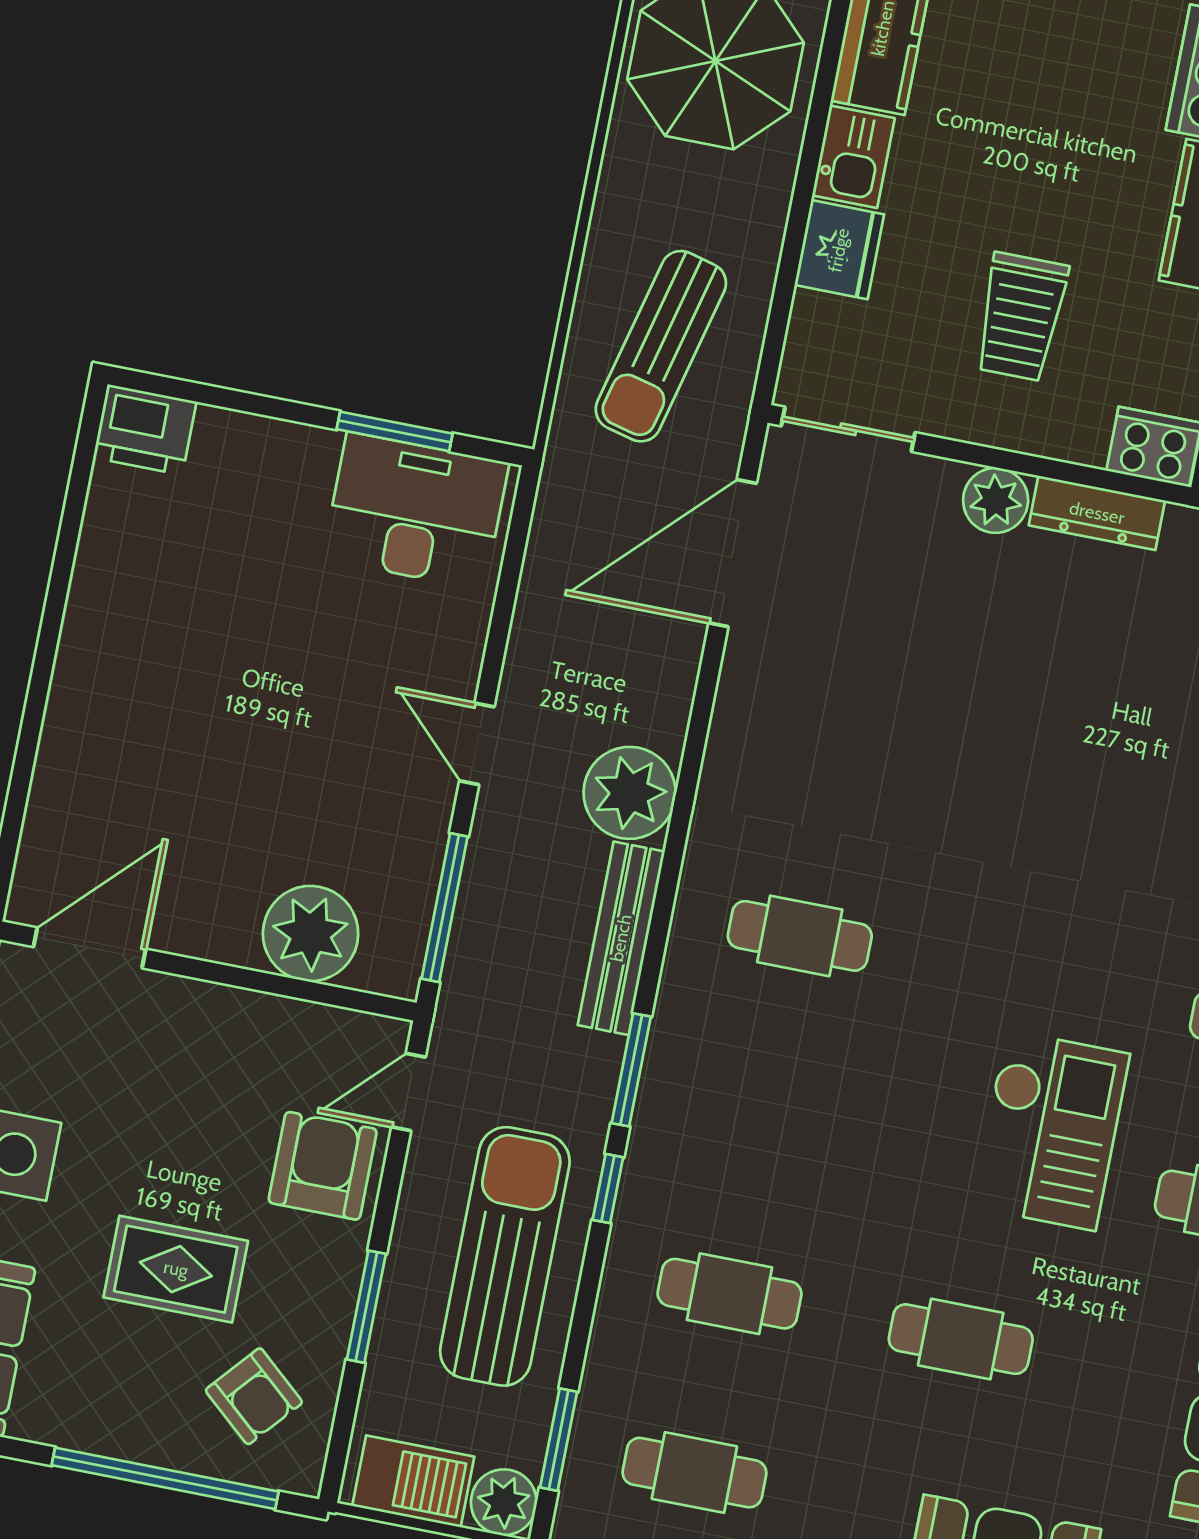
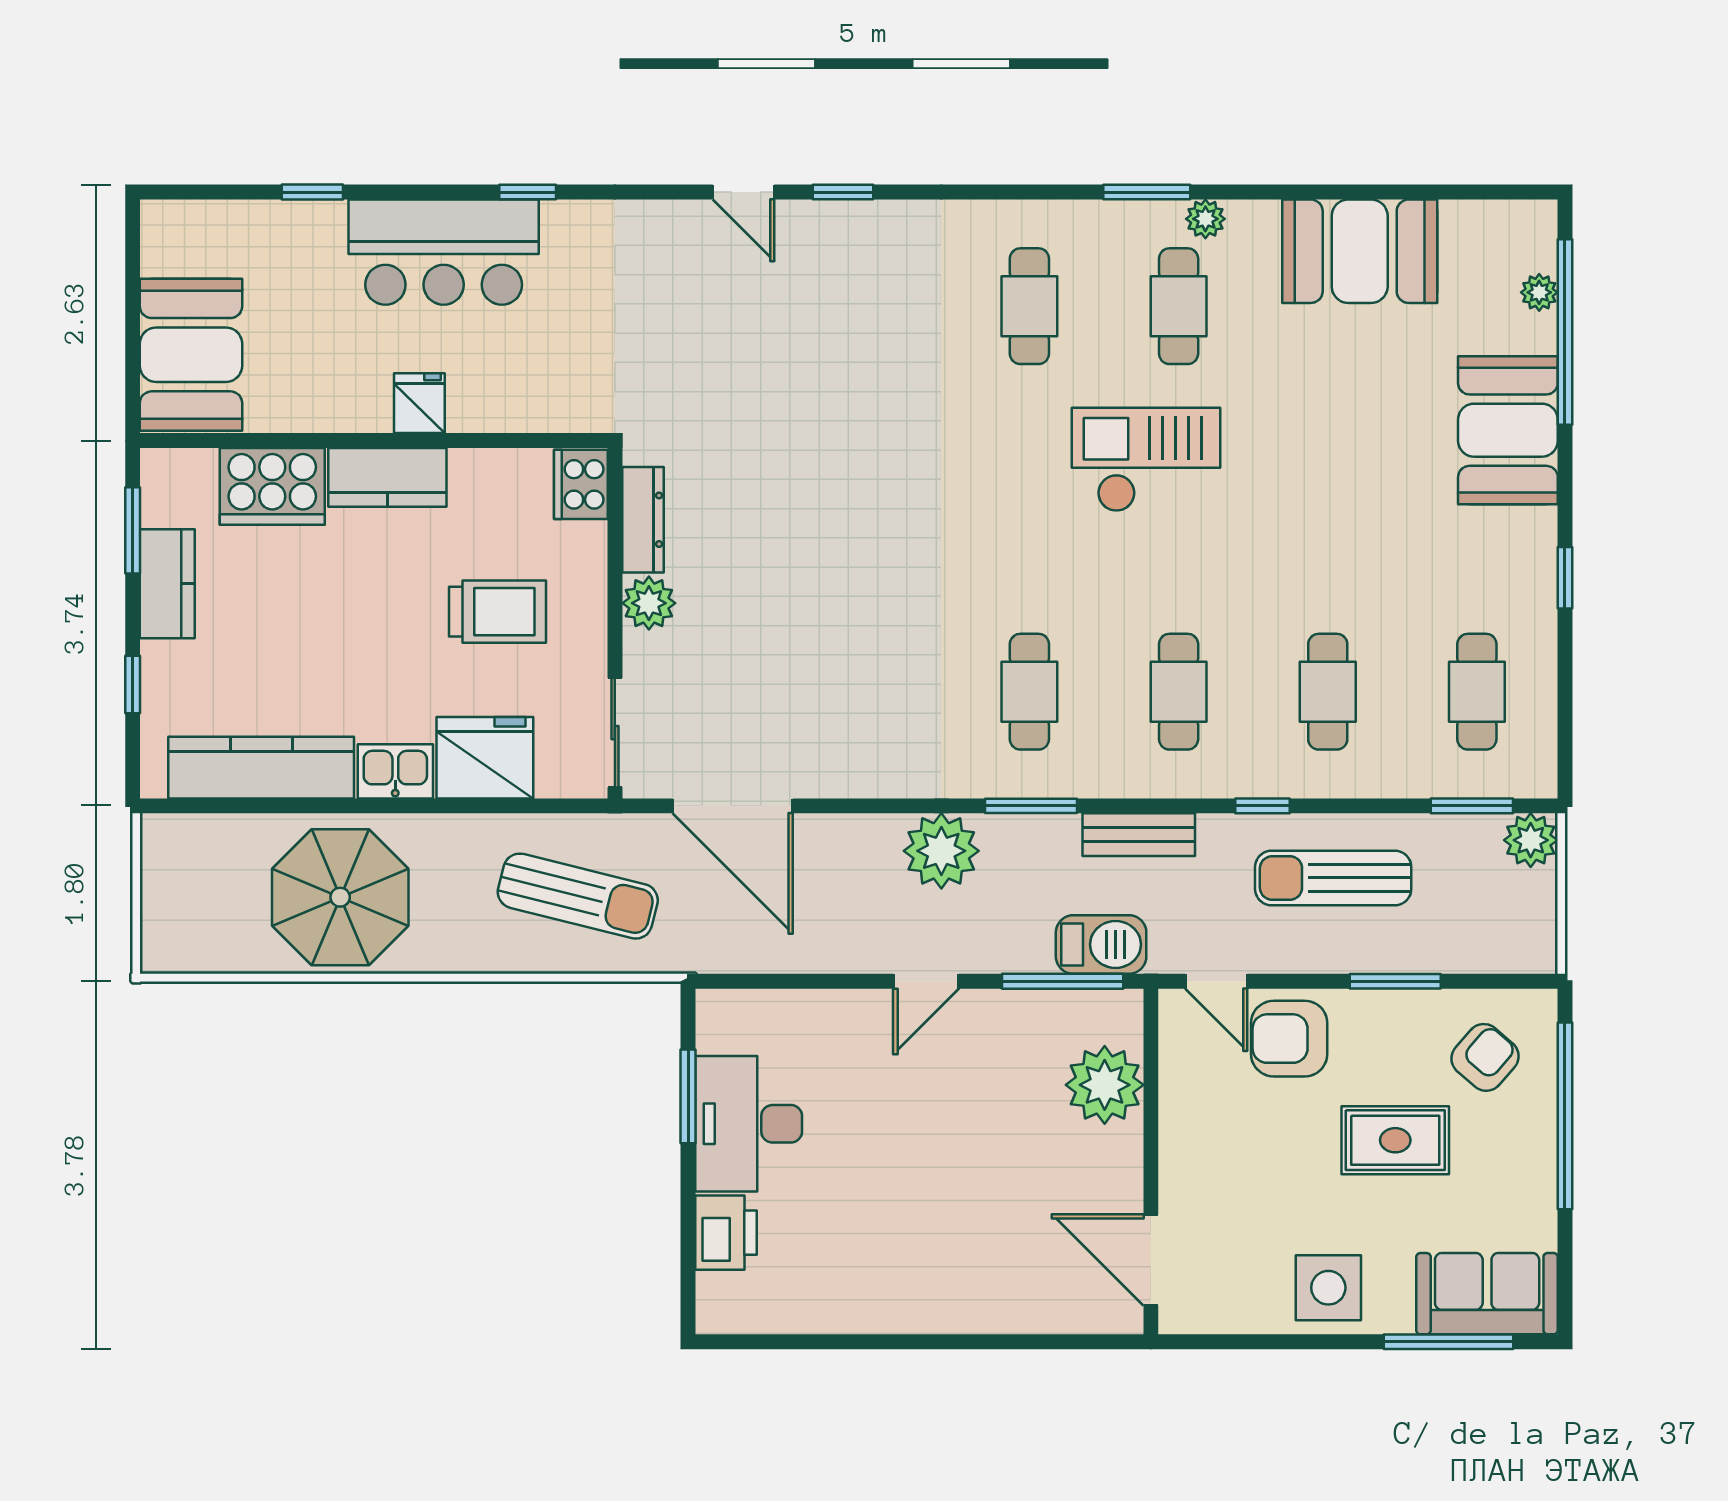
fridge: (839, 250) -> (485, 758), width x1.36, depth x1.34
printer: (145, 430) -> (726, 1233), moved
desk: (416, 511) -> (749, 1124), moved
bench: (621, 938) -> (1139, 835), moved, width x0.73
window: (631, 1070) -> (1031, 806), moved
sun lounger: (505, 1256) -> (1333, 878), width x0.73, depth x0.75
rug: (176, 1269) -> (1395, 1140), turned 90
cafe table: (961, 1339) -> (1179, 692), moved
barbecue: (413, 1481) -> (1101, 944), moved, turned 90

